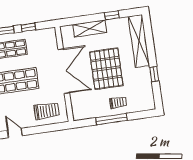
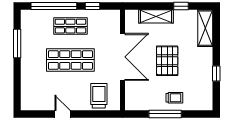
shelving: (139, 41) -> (205, 28), width x0.68
pallet: (106, 69) -> (167, 61), width x0.73, depth x0.71
trolley: (47, 111) -> (99, 96), turned -90

